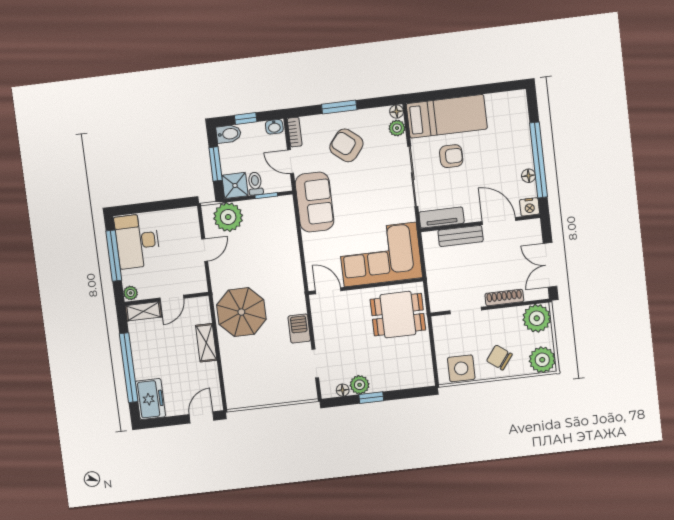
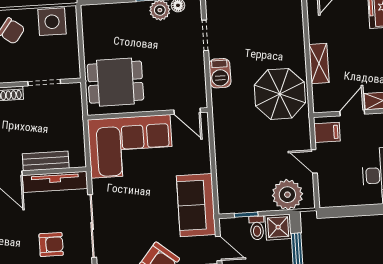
armchair: (451, 156) -> (51, 245), turned 180
tv unit: (442, 218) -> (55, 182), width x1.41
door: (205, 250) -> (314, 161), hinge flipped
filing cabinet: (194, 278) -> (327, 132), added

